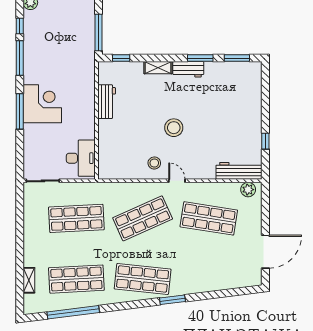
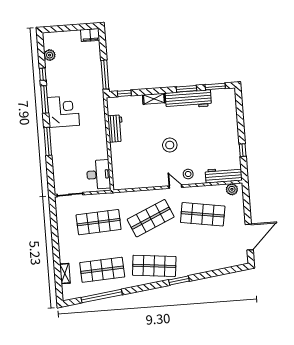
workbench: (188, 69) -> (188, 99), width x1.88, depth x1.32
corner desk: (42, 104) -> (63, 111), moved
stool: (154, 163) -> (188, 174), moved

